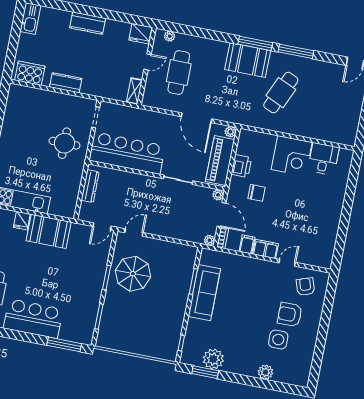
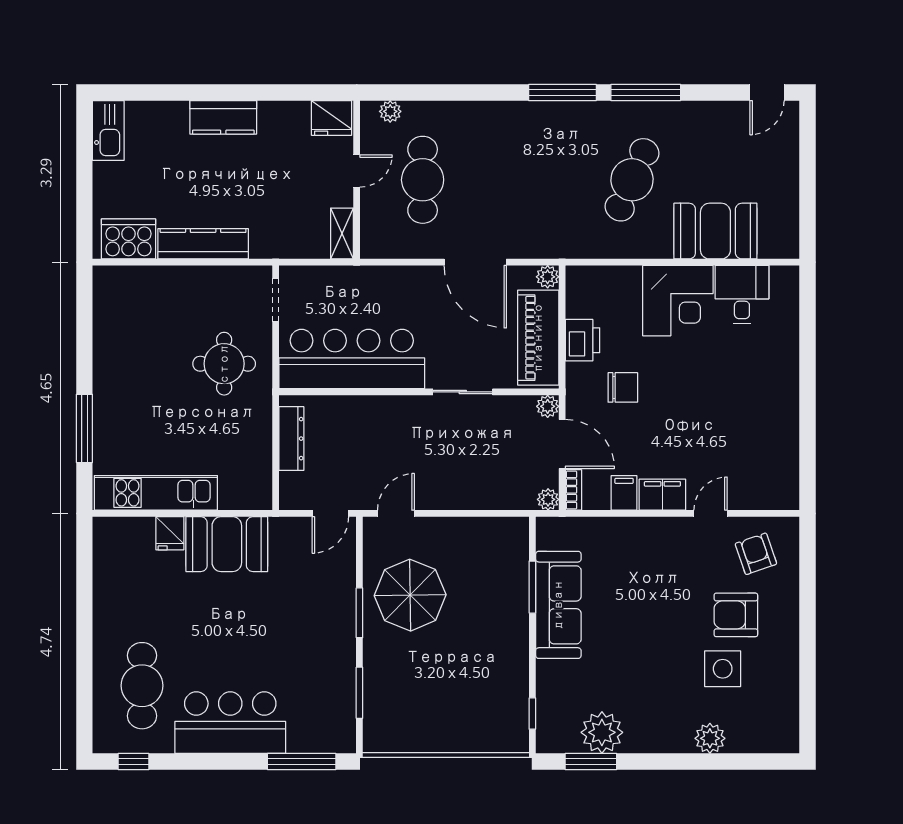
booth: (248, 60) -> (715, 231), moved
kitchen counter: (66, 83) -> (203, 244), width x1.50

